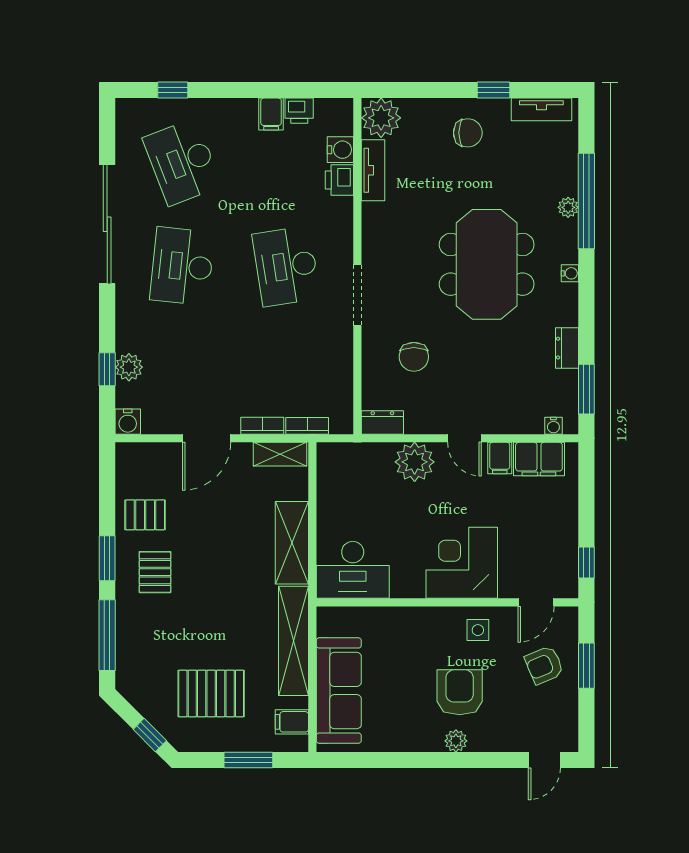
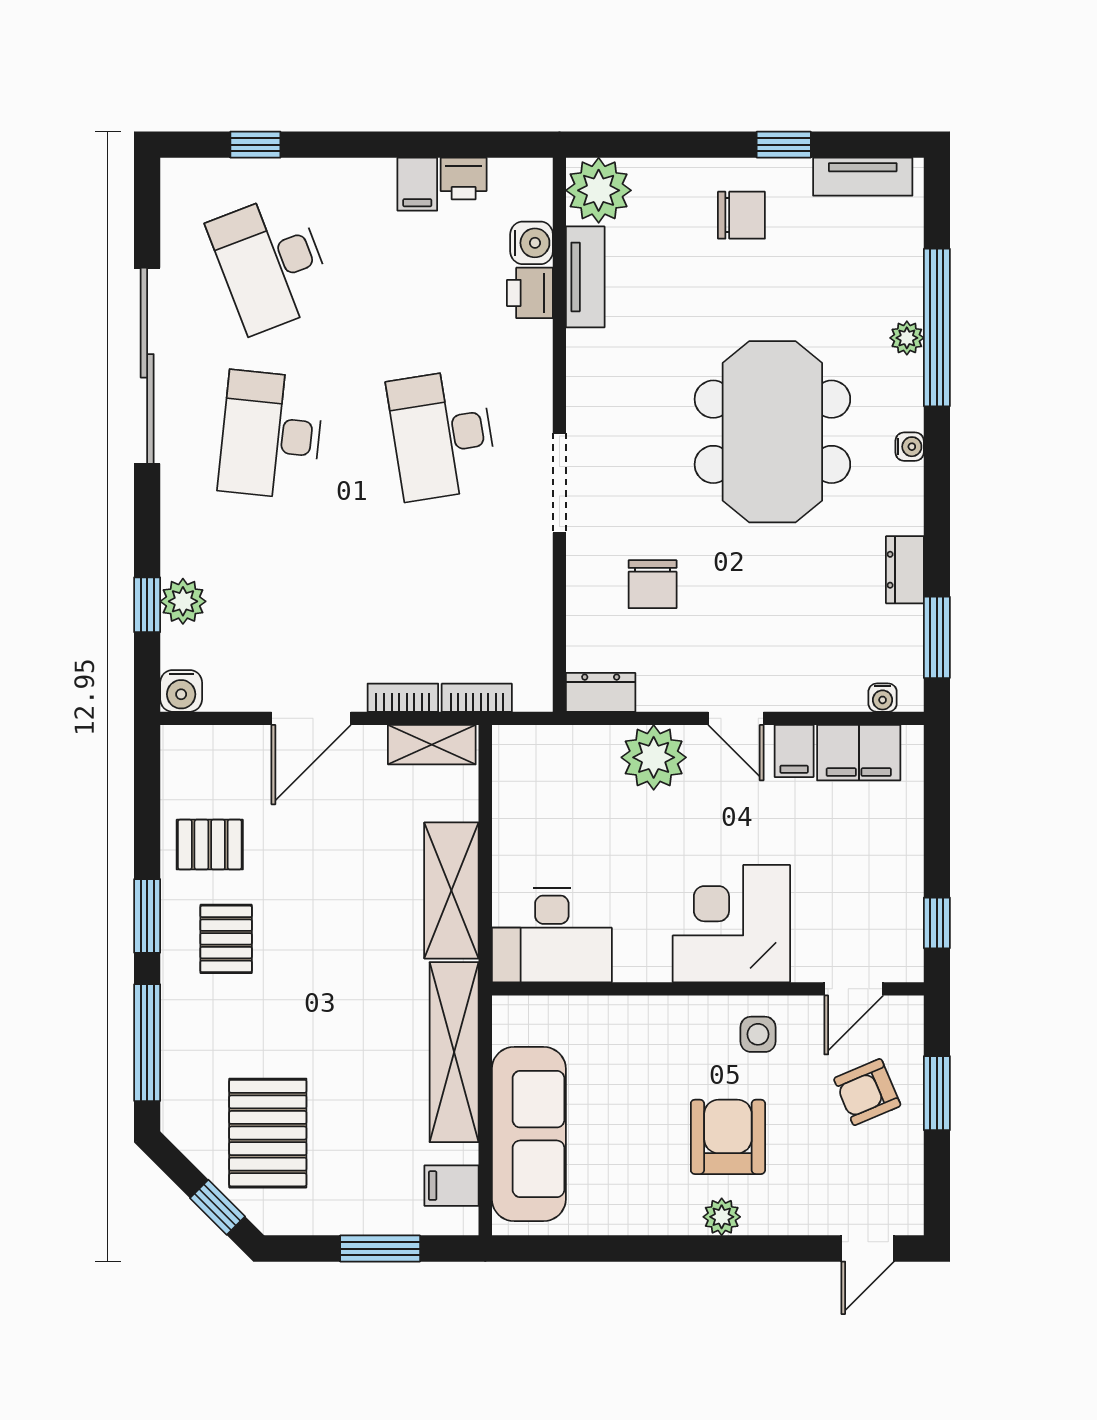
pallet: (211, 694) -> (268, 1133), moved, turned 90

